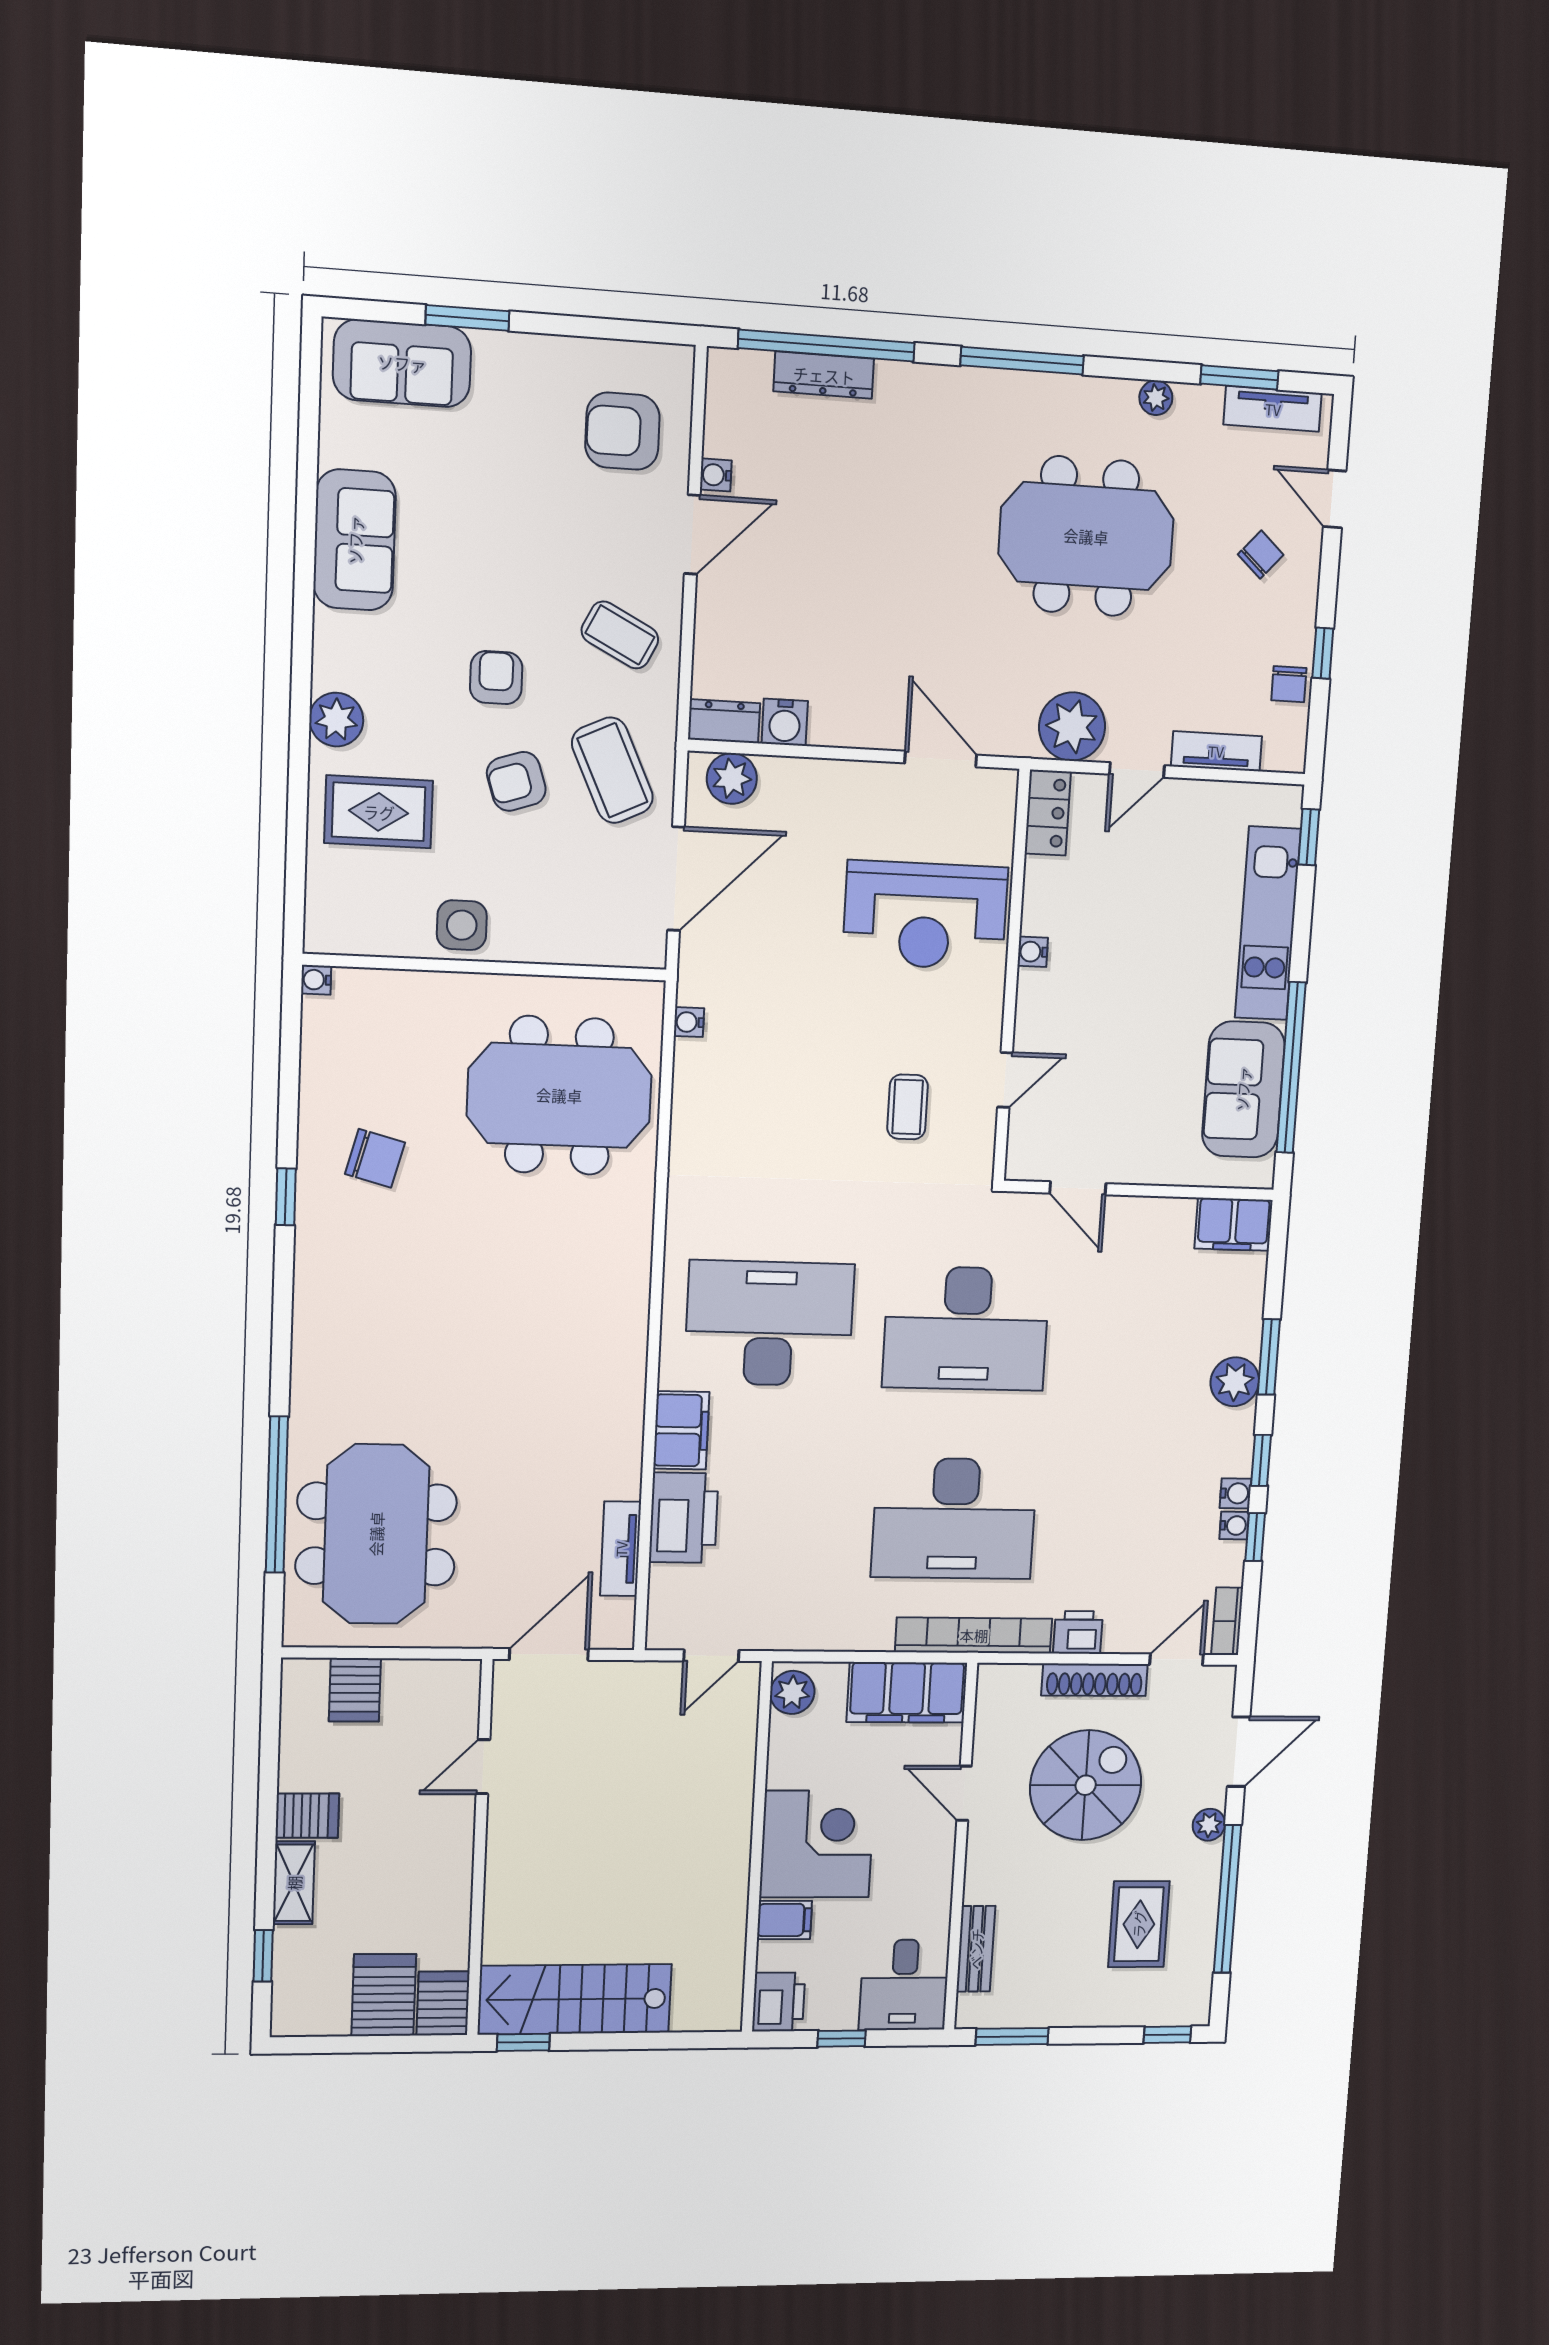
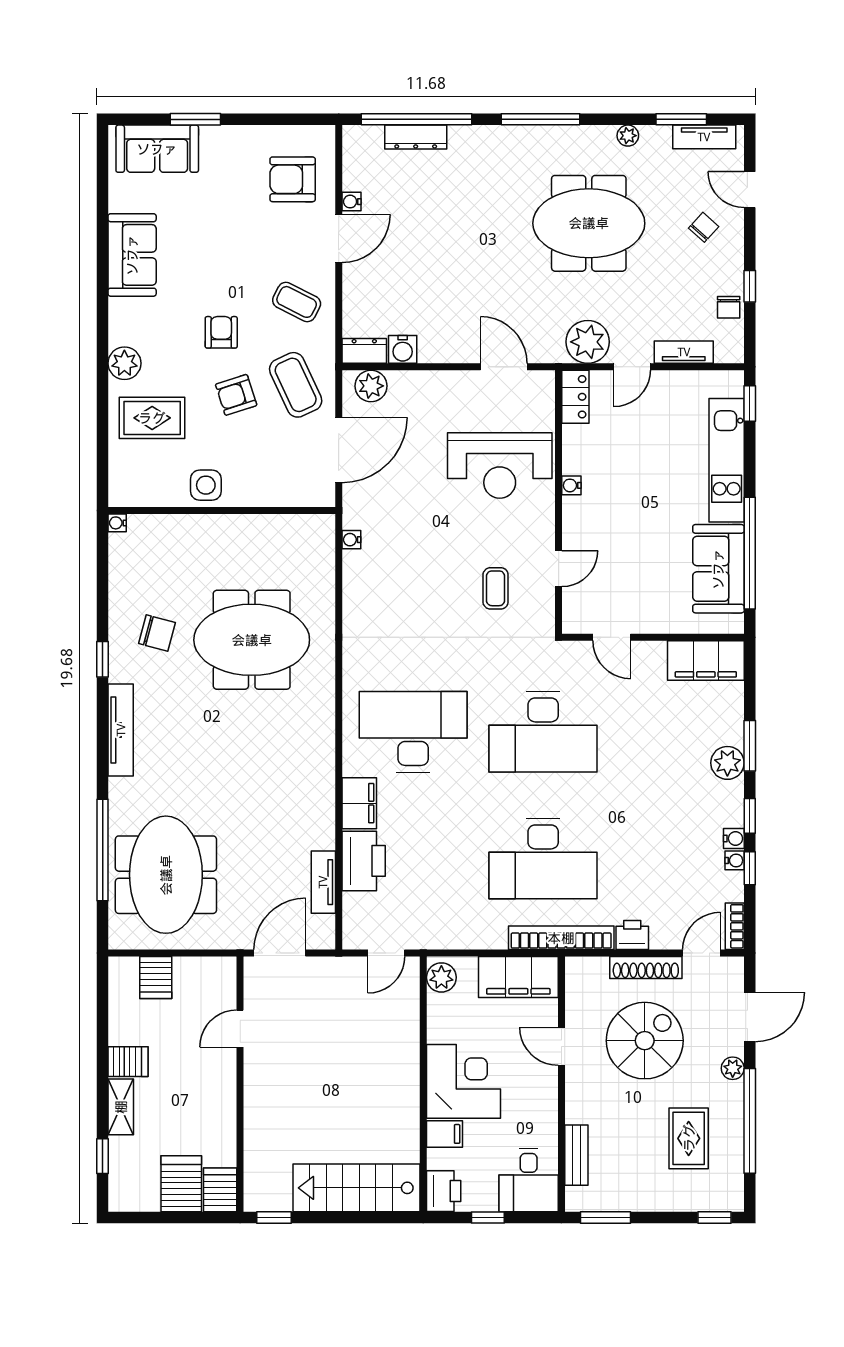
meeting table: (559, 1095) -> (252, 640), moved
filing cabinet: (1234, 1224) -> (706, 661), width x1.50, depth x1.17
tv unit: (312, 1309) -> (121, 730), added
stairs: (575, 1999) -> (357, 1188), moved

